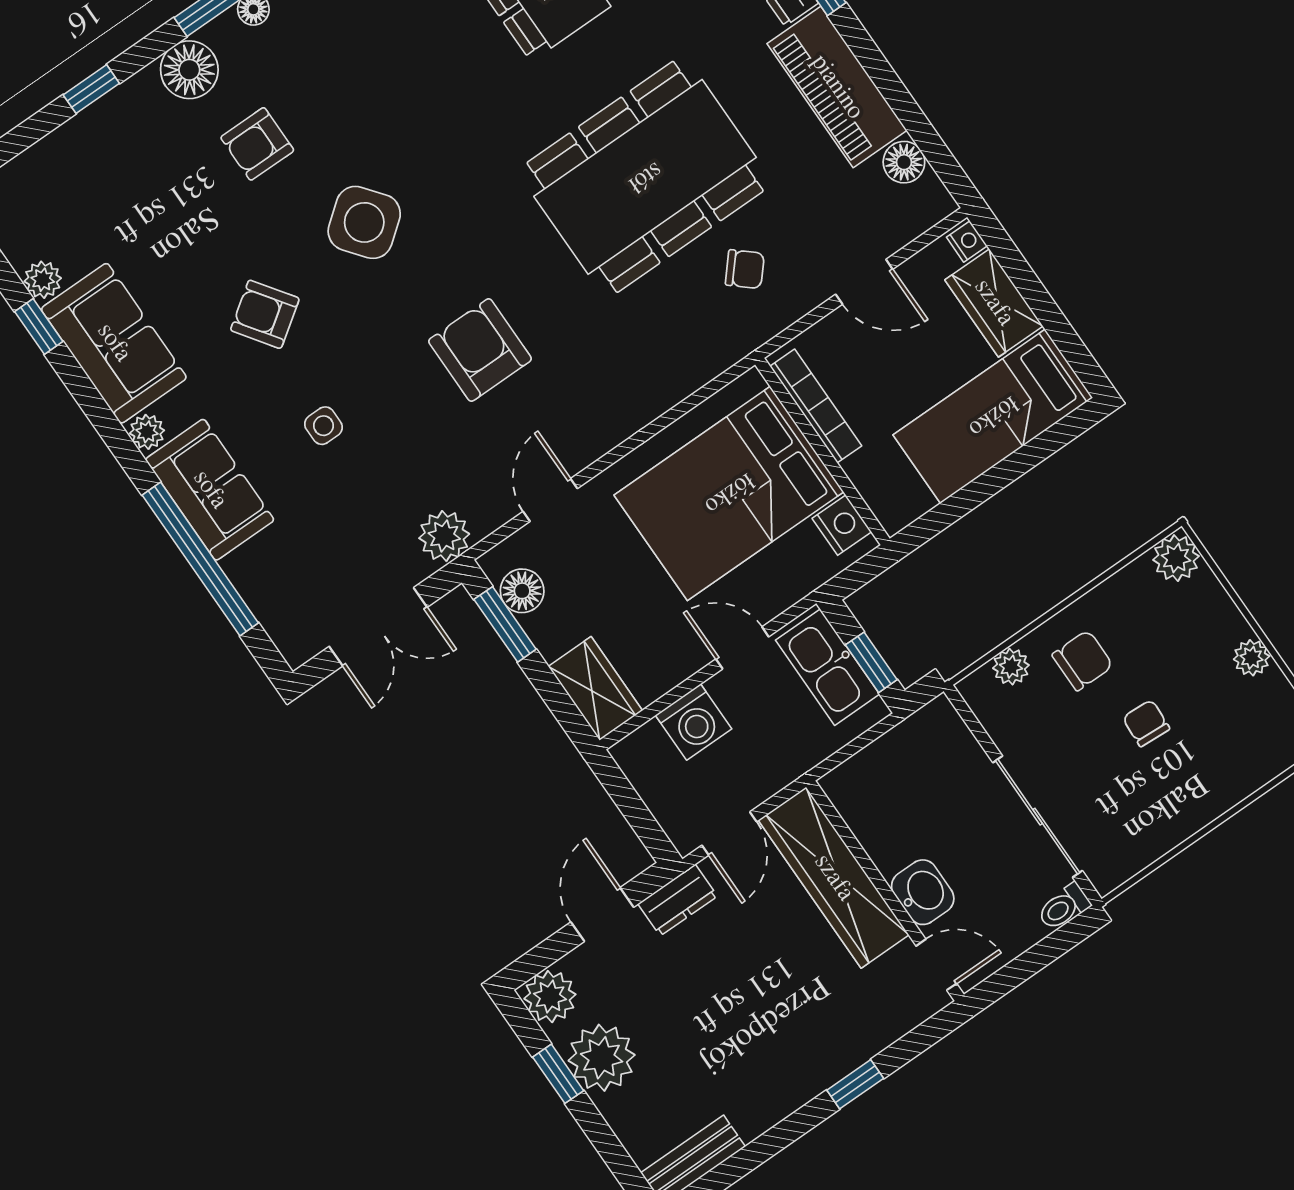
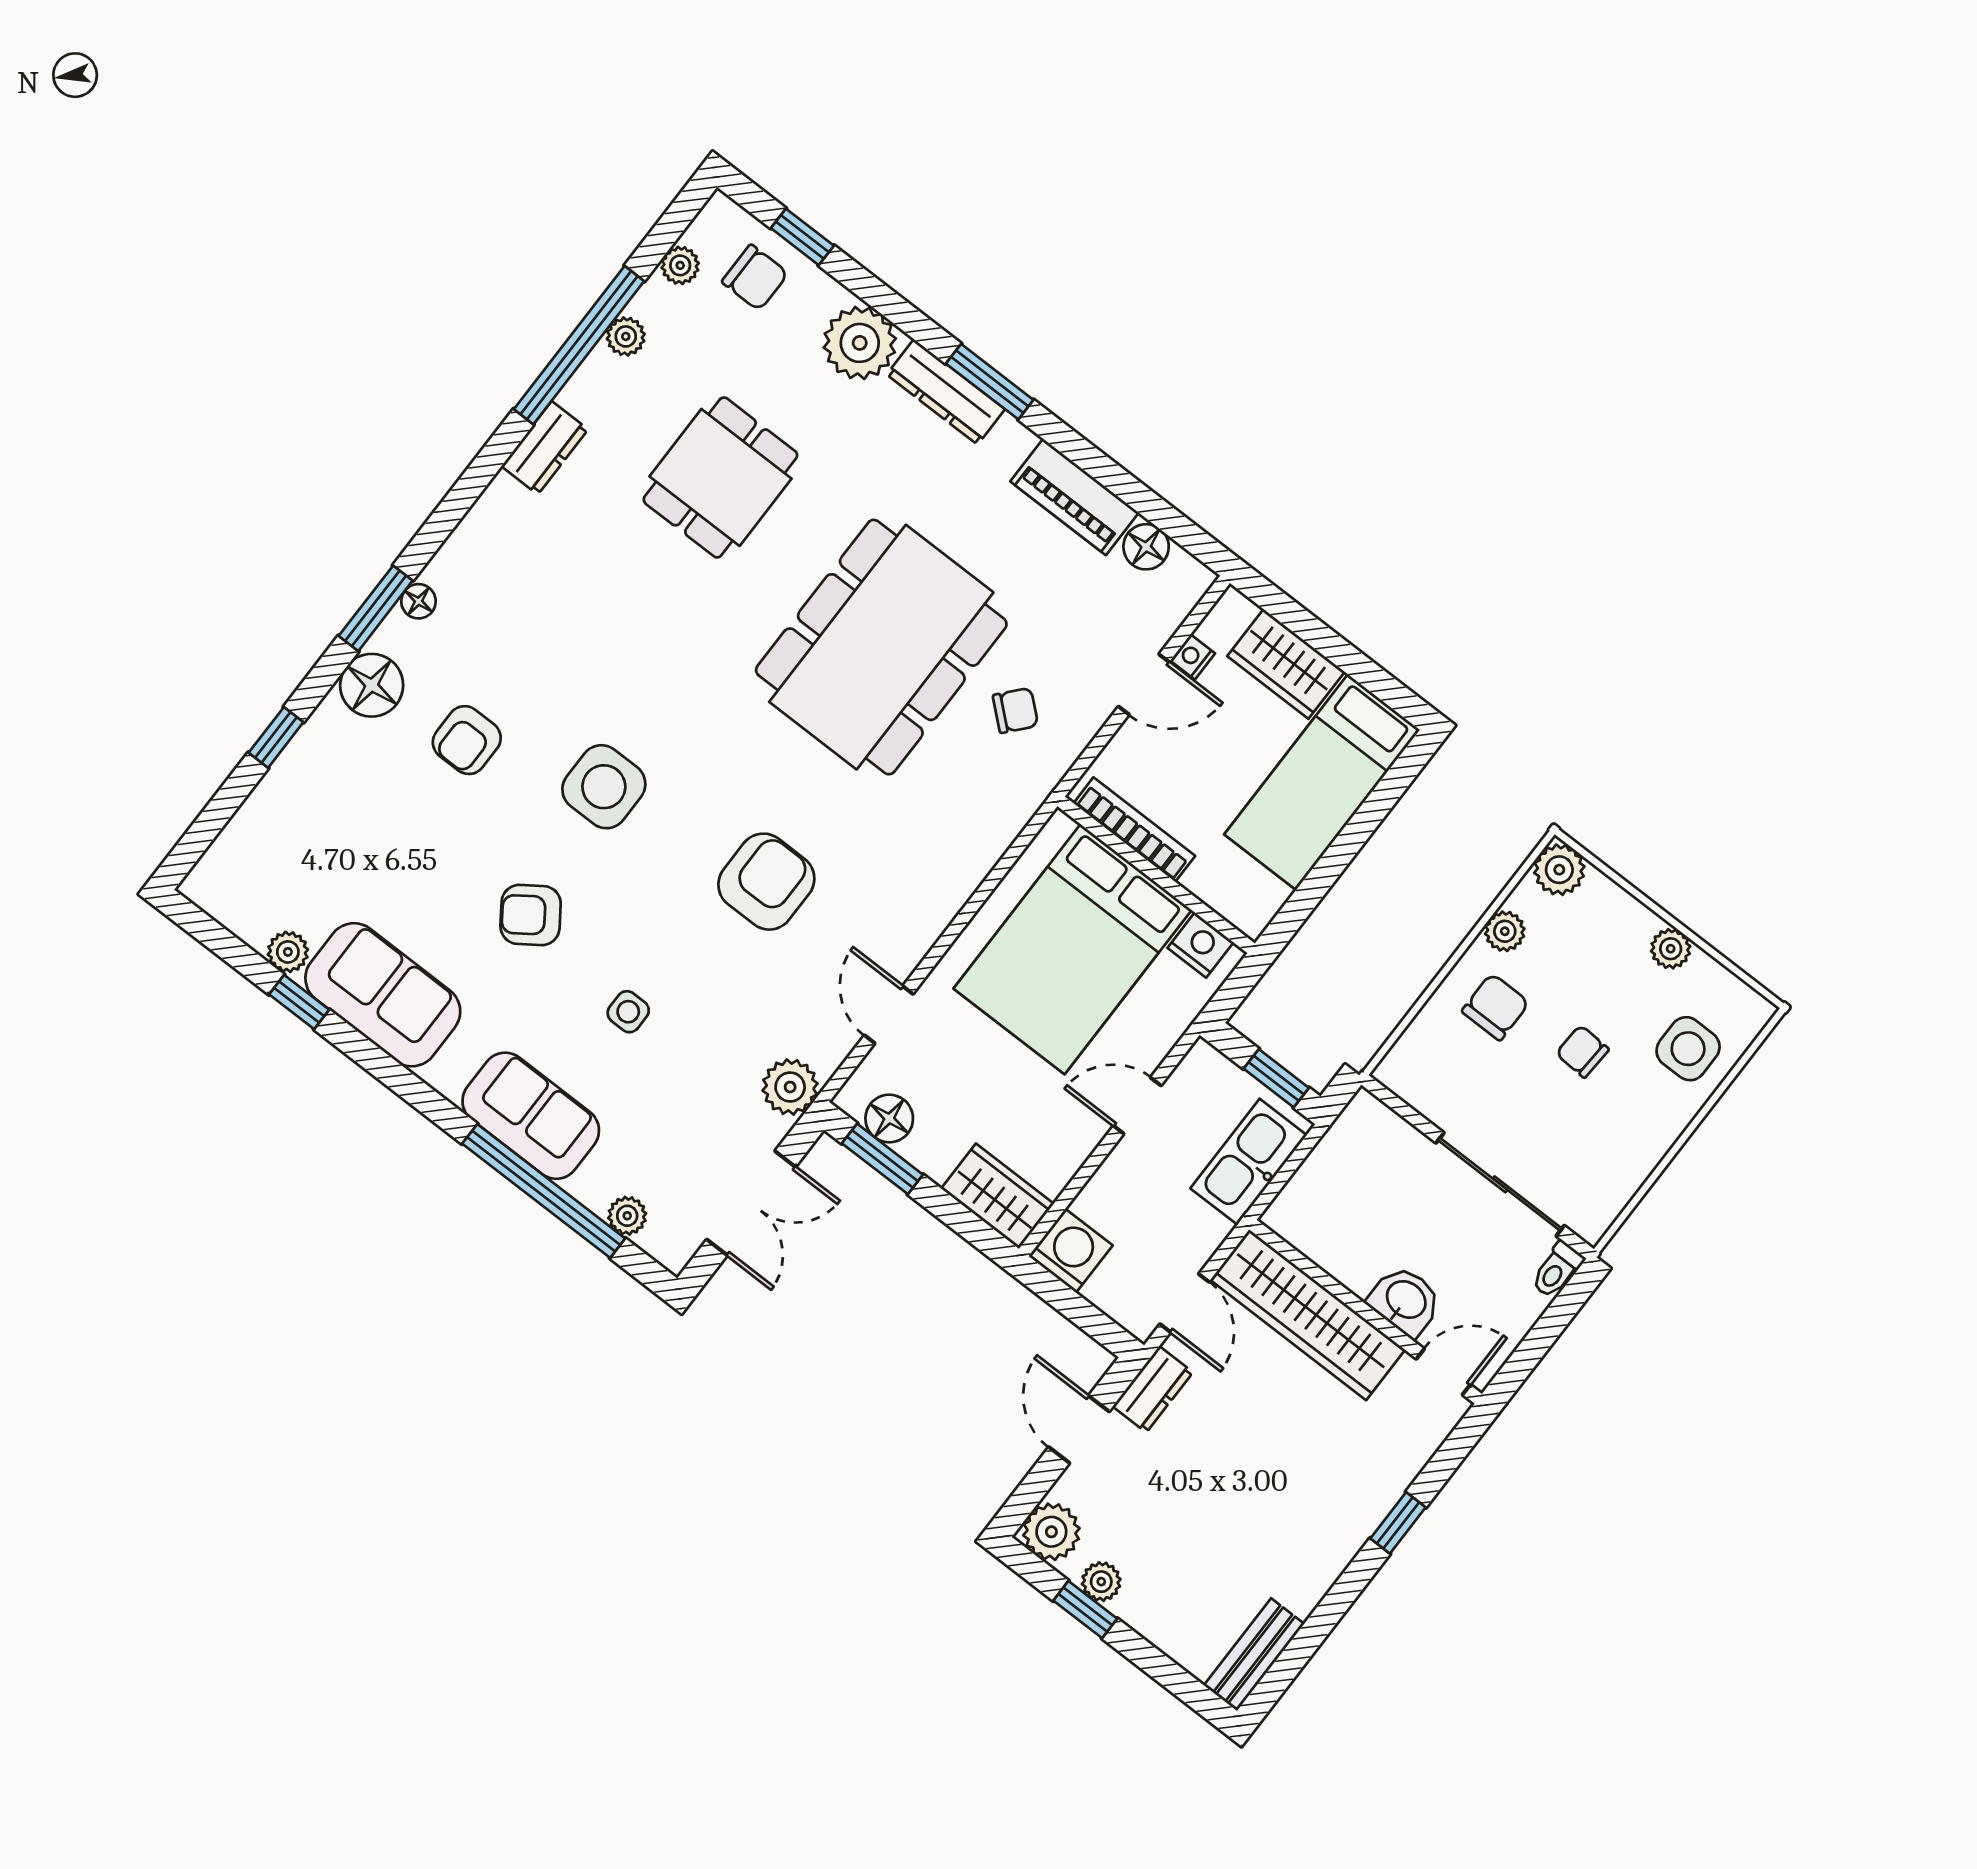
piano: (837, 87) -> (1075, 497), width x0.73, depth x0.75
side table: (364, 222) -> (604, 787), turned 38
nightstand: (967, 242) -> (1193, 657), moved, turned -90
armchair: (480, 350) -> (766, 882), turned 90
plant: (147, 432) -> (627, 1216), moved
kitchen sink: (828, 667) -> (1249, 1162), moved, turned 90
plant: (1011, 667) -> (1505, 931), moved
washing machine: (694, 722) -> (1071, 1251), moved, turned -90
side table: (1239, 750) -> (1688, 1049), added
plant: (602, 1058) -> (1101, 1582), width x0.53, depth x0.53

